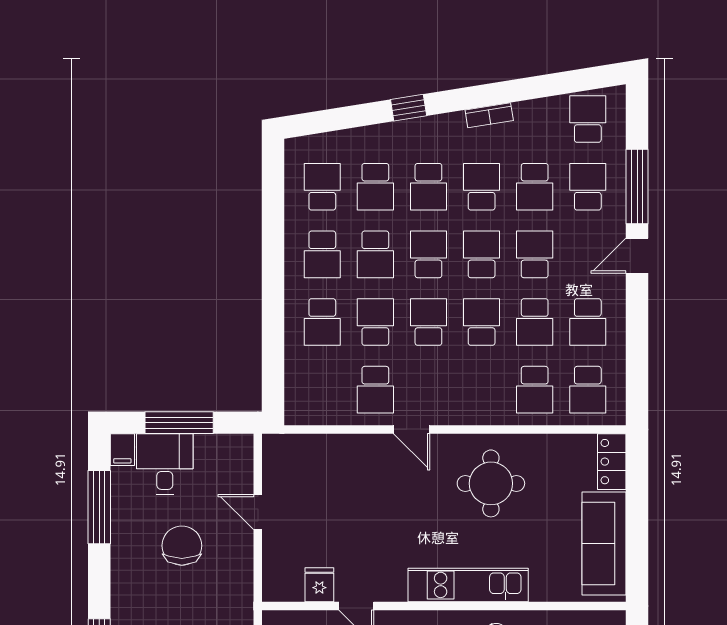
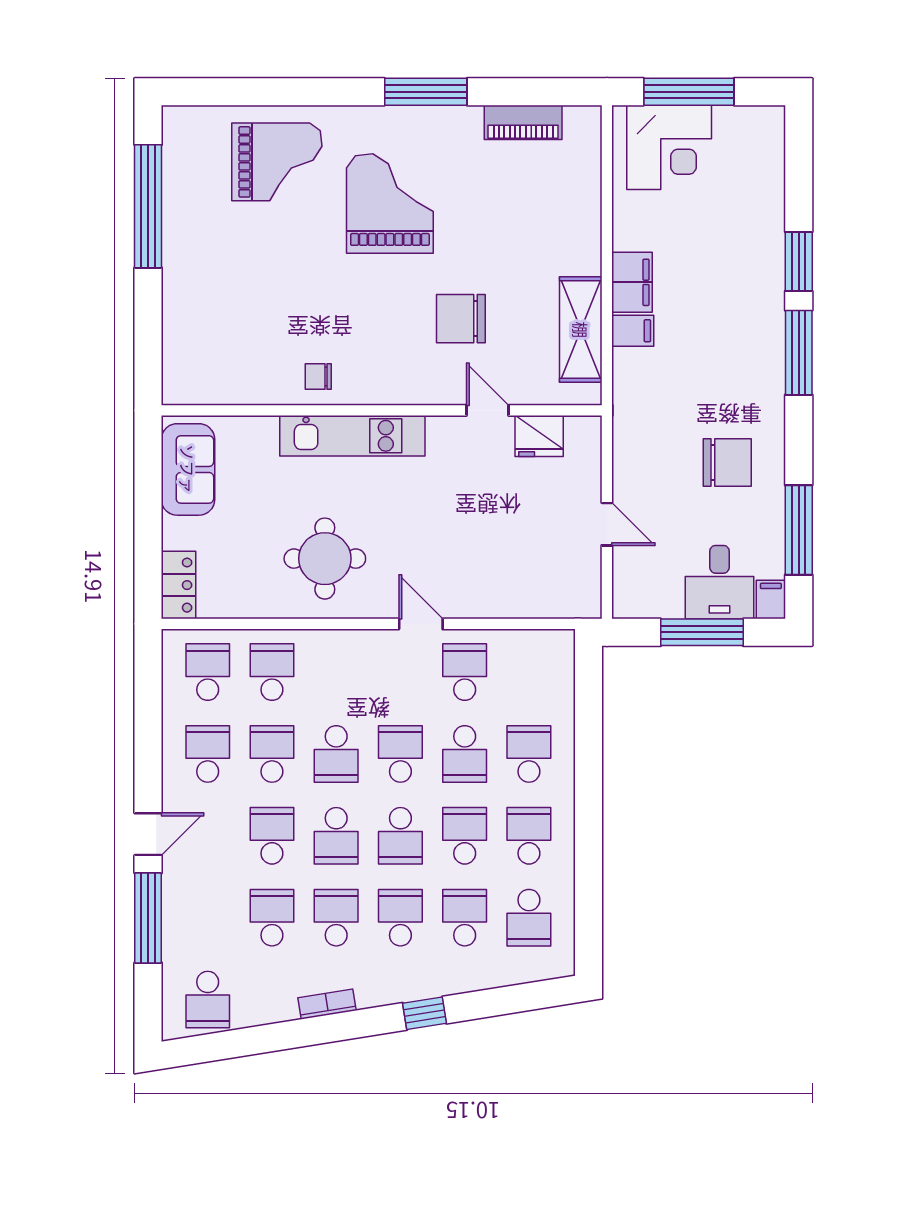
school desk: (482, 187) -> (336, 918), turned 180
school desk: (588, 187) -> (208, 918), removed
school desk: (535, 254) -> (272, 836), turned 180
school desk: (428, 322) -> (400, 754), turned 180
sofa: (604, 543) -> (188, 469), width x0.73
chair: (182, 546) -> (727, 462), moved, turned -90
fridge: (319, 585) -> (539, 436), width x1.38

